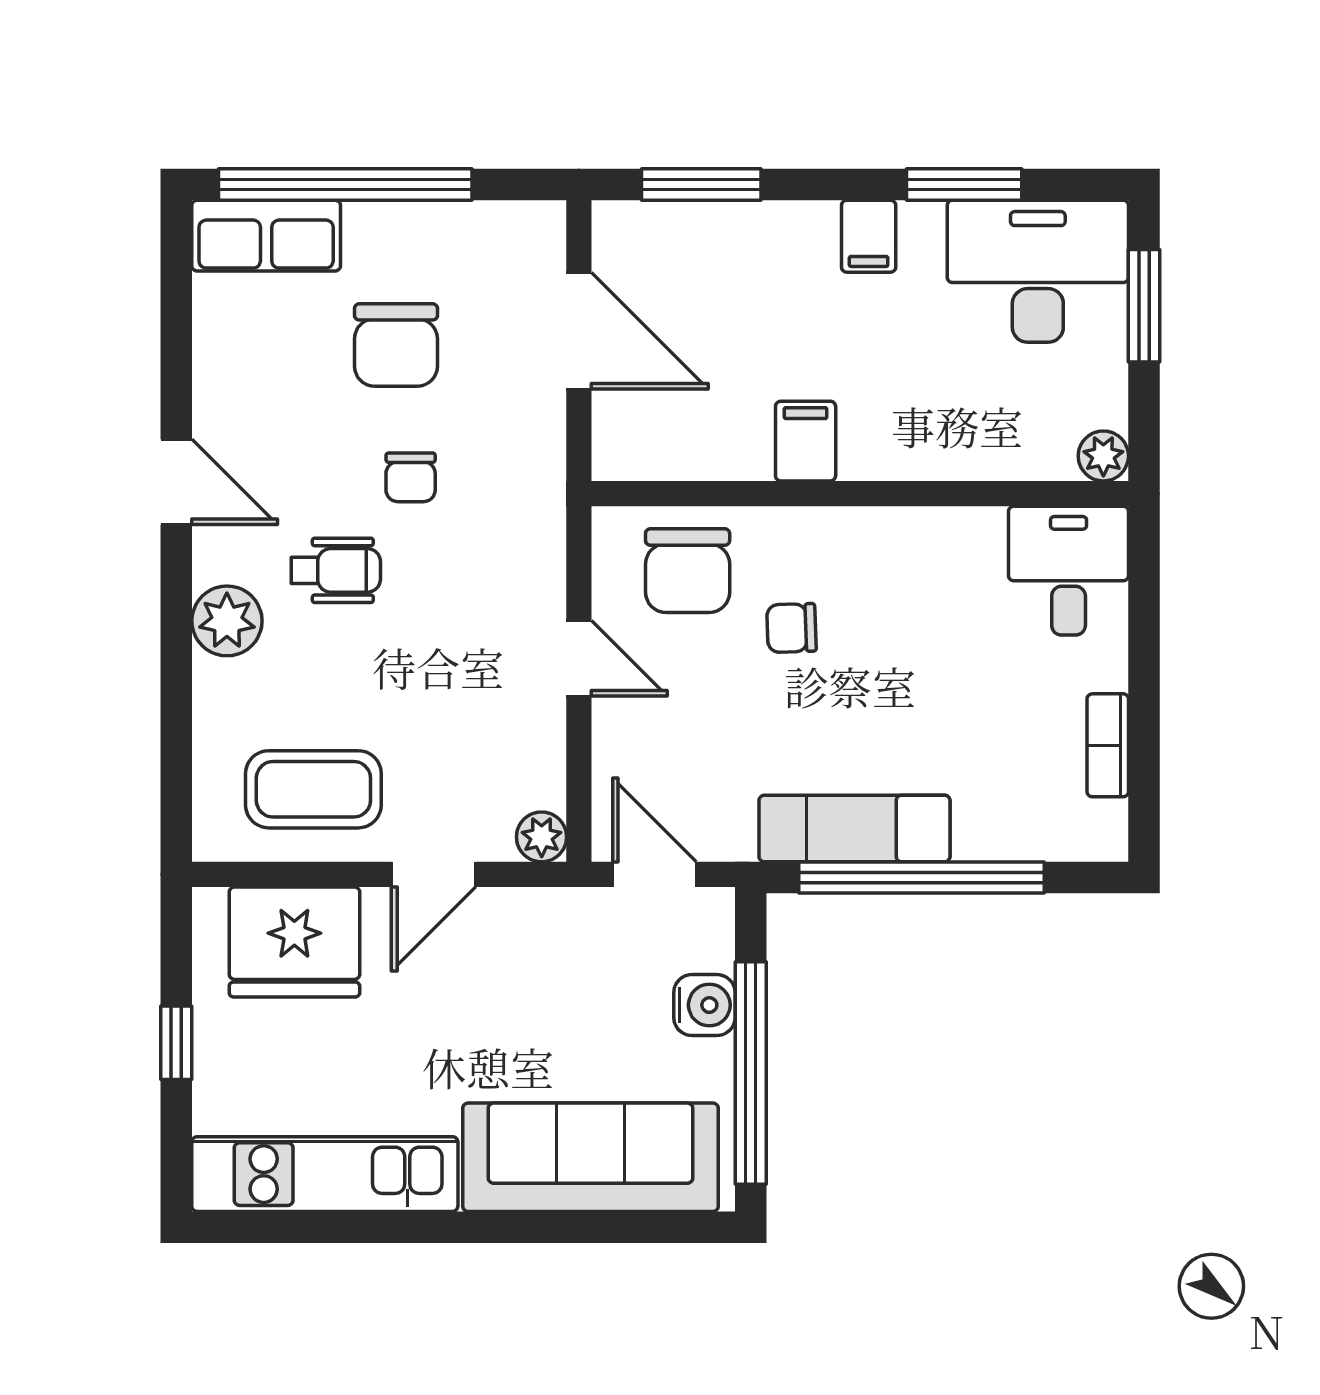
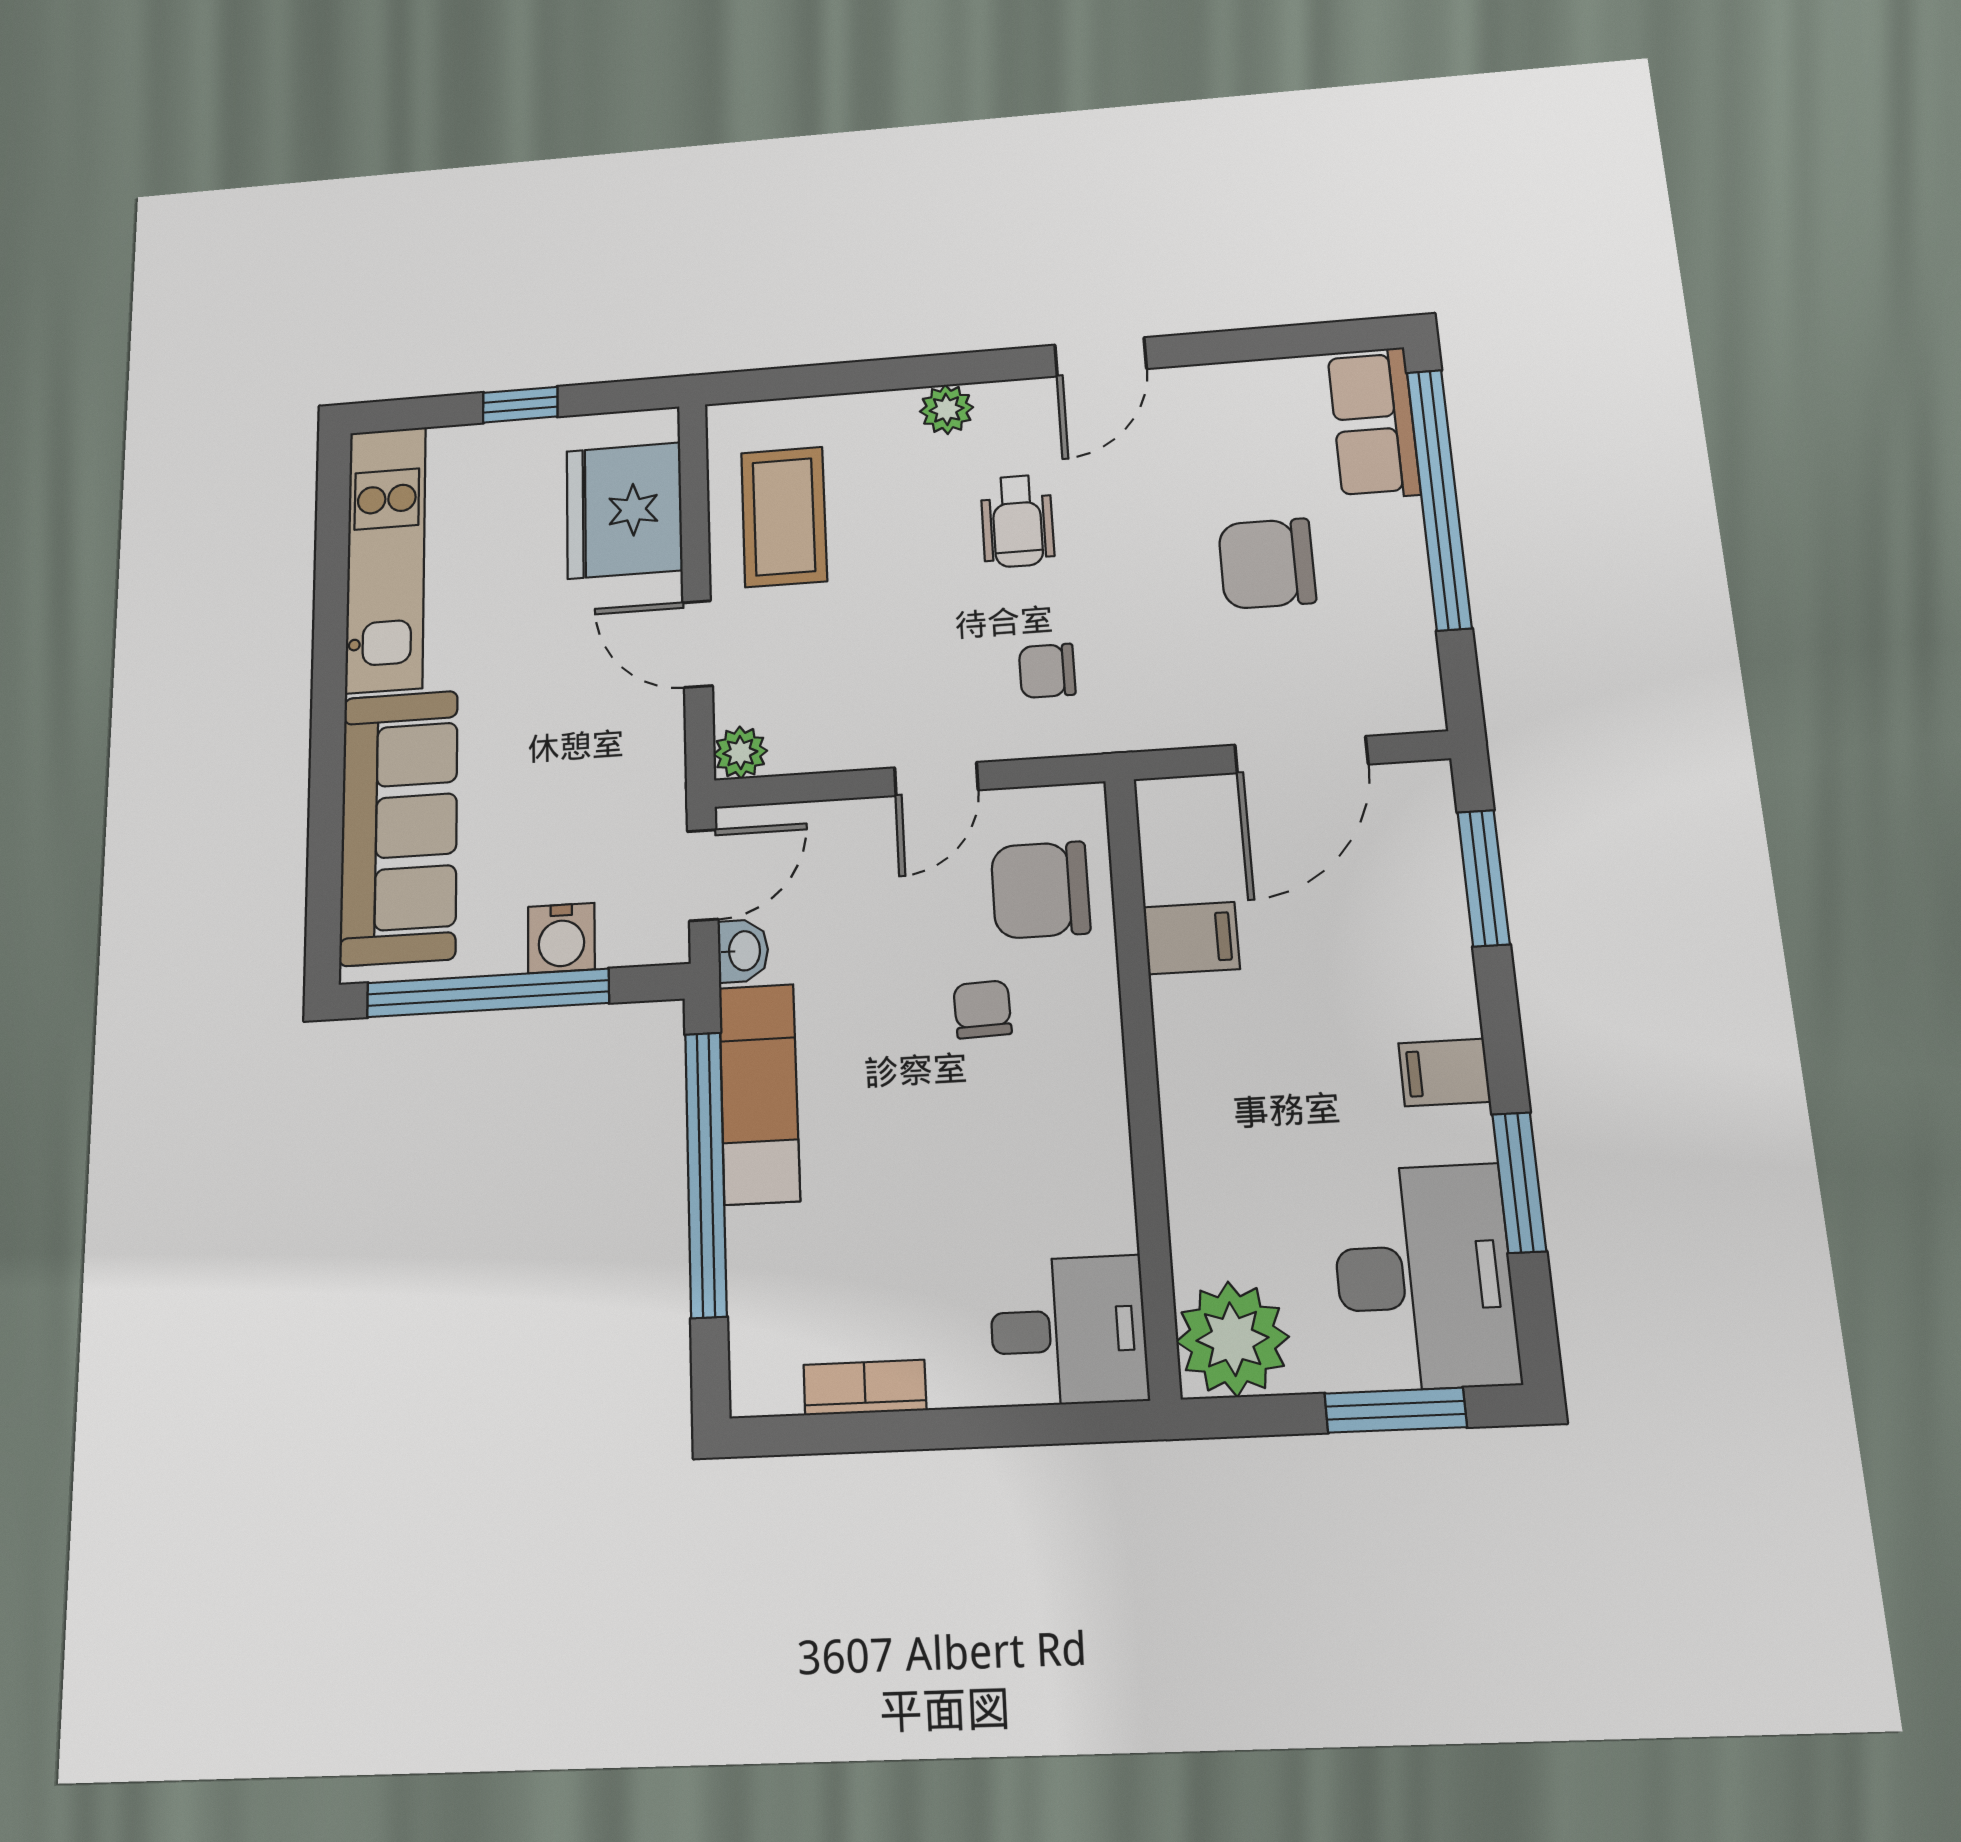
filing cabinet: (806, 441) -> (1191, 938), moved
plant: (1103, 456) -> (1232, 1339), width x1.88, depth x1.88
chair: (411, 477) -> (1047, 671), moved
plant: (227, 621) -> (947, 409), width x0.73, depth x0.73
washbasin: (726, 839) -> (743, 951), added

